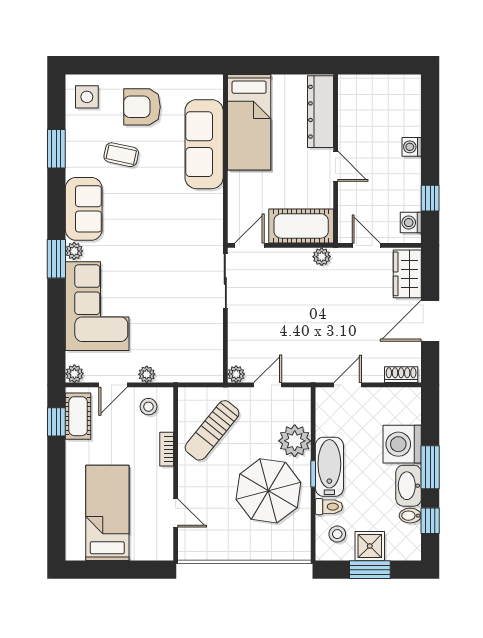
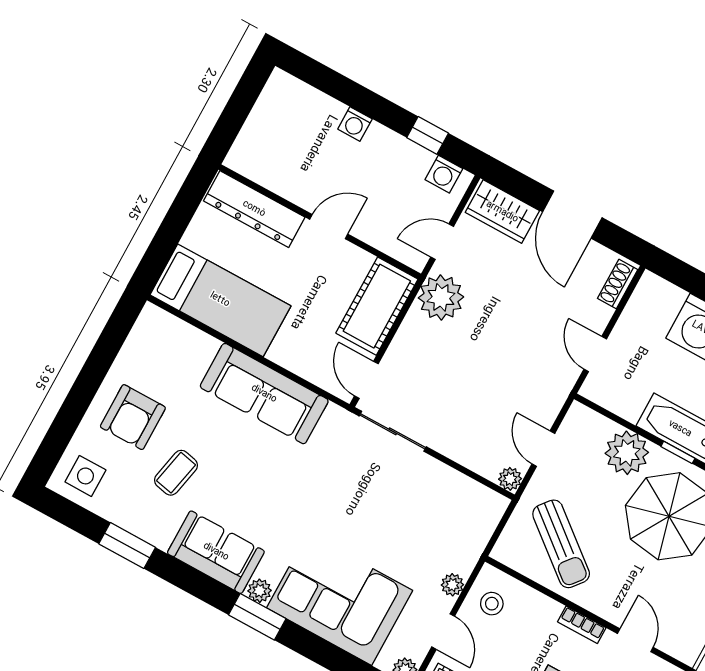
sofa: (204, 144) -> (264, 394), moved
plant: (322, 257) -> (441, 297), width x1.87, depth x1.87
bookcase: (167, 449) -> (582, 625), moved
door: (176, 513) -> (635, 640), hinge flipped

